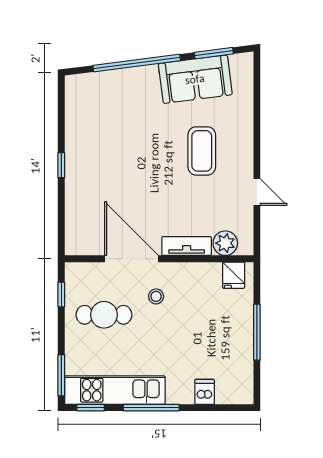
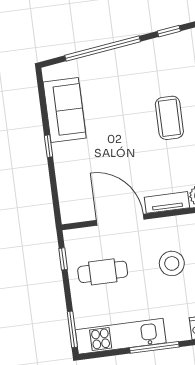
window: (214, 53) -> (169, 31), width x0.67
sofa: (195, 79) -> (65, 110), moved, turned -83
stool: (156, 296) -> (172, 263), moved, width x1.89, depth x1.89
window: (91, 408) -> (102, 354), removed

